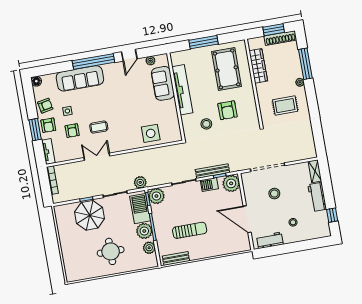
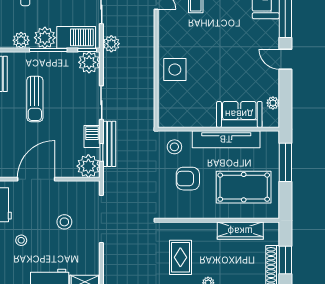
plant: (150, 61) -> (273, 103), moved
sofa: (163, 83) -> (239, 114), moved
tv unit: (182, 90) -> (226, 139), moved
wall: (176, 97) -> (218, 129), moved

